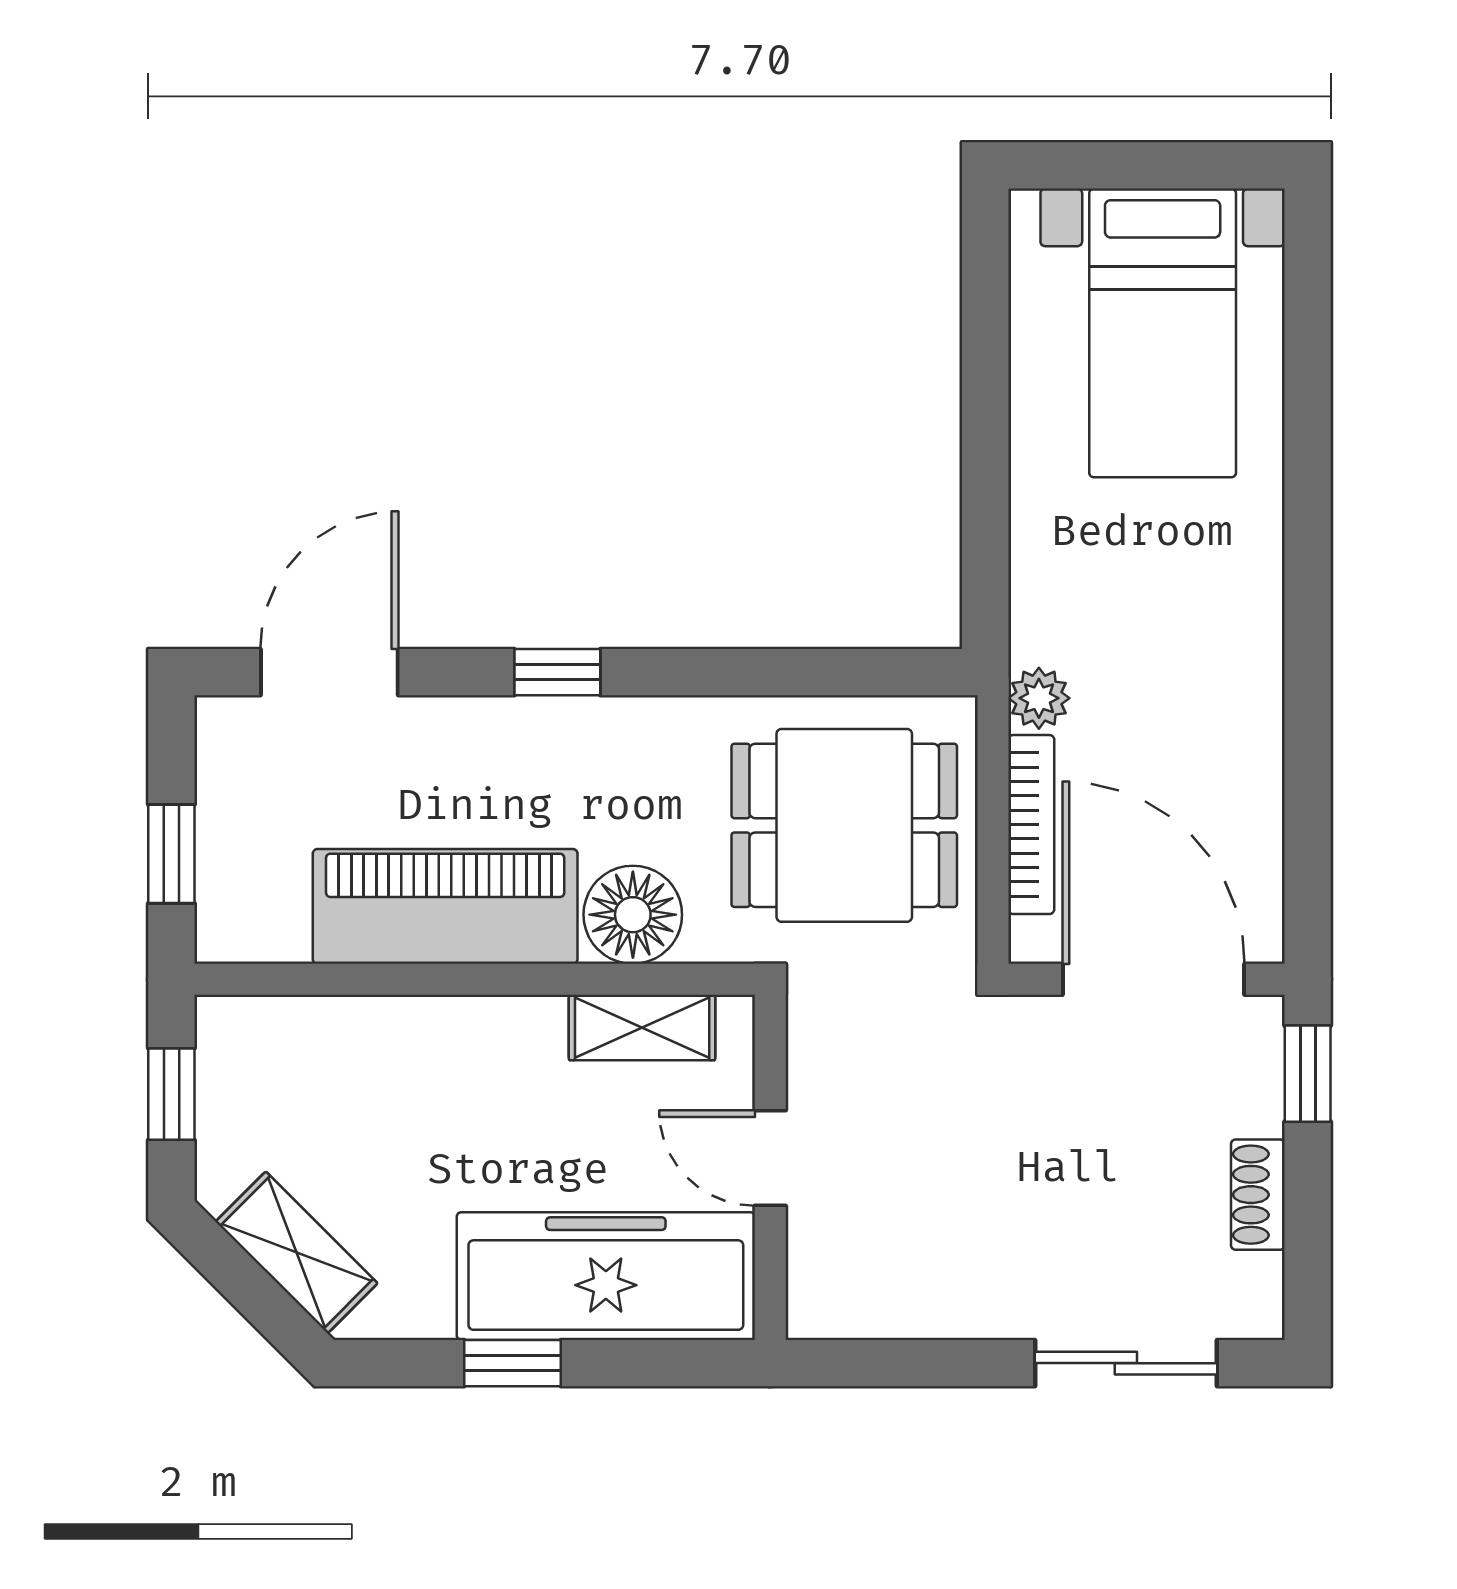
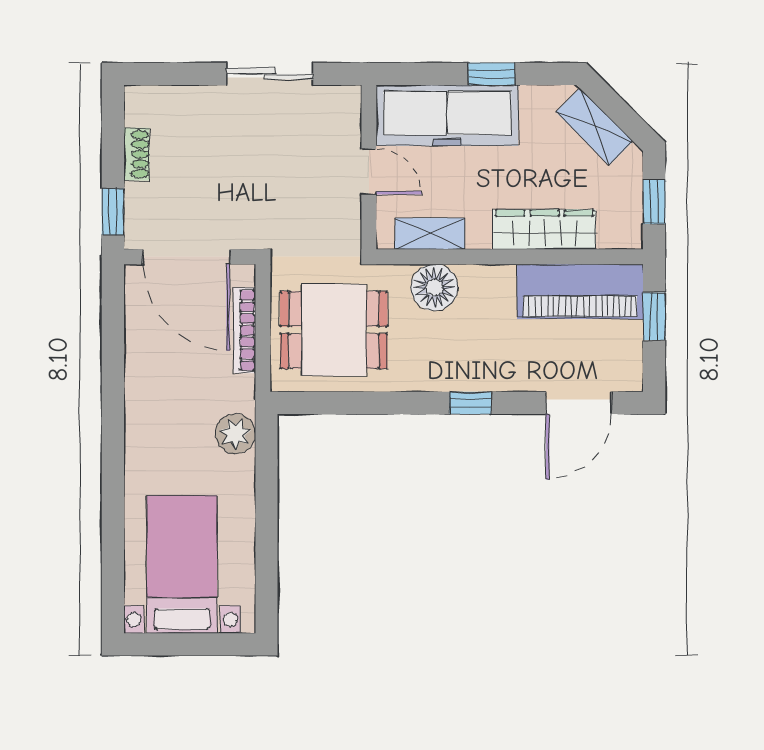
plant: (1039, 698) -> (235, 434), moved, width x1.38, depth x1.38
piano: (445, 906) -> (580, 291), moved
wardrobe: (401, 1036) -> (545, 230), added
sliding door: (1126, 1363) -> (270, 74), moved

